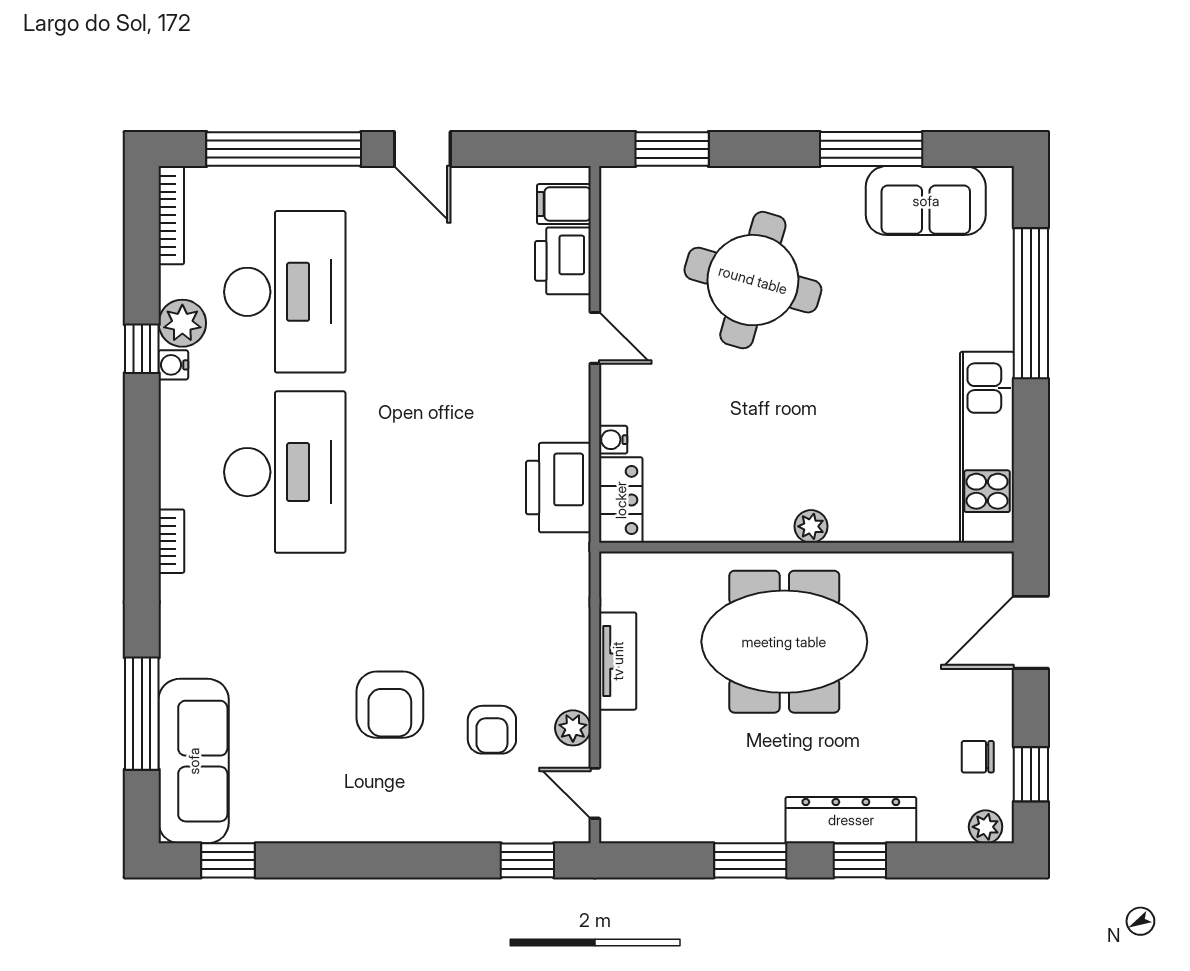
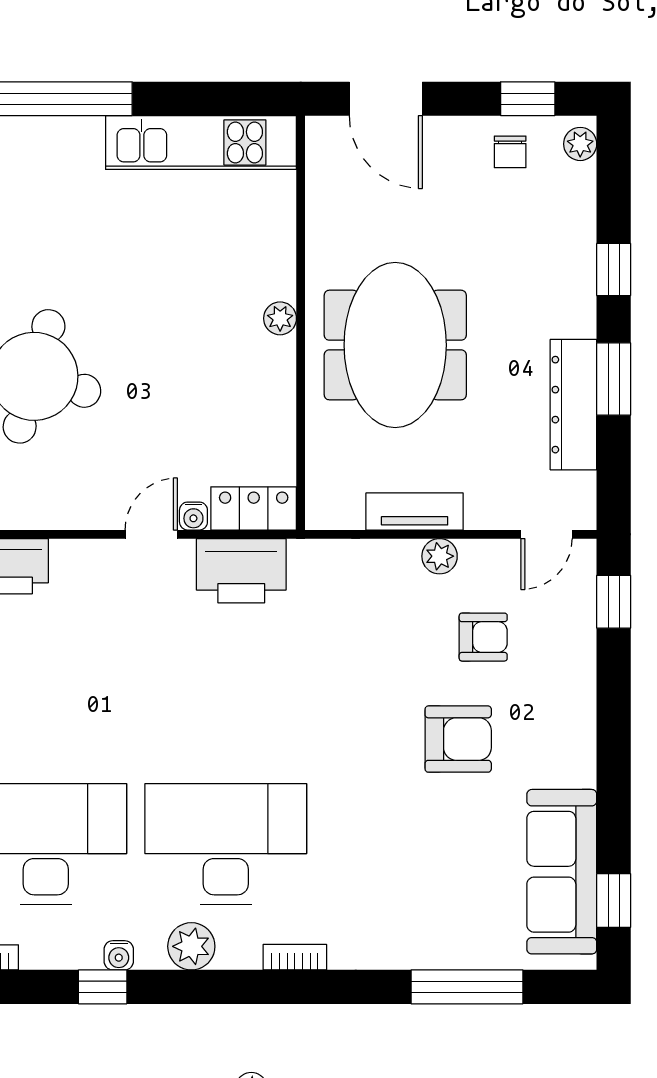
plant: (182, 323) -> (191, 946), moved
door: (595, 338) -> (151, 534), moved
plant: (573, 728) -> (440, 556), moved
sofa: (194, 761) -> (562, 872), moved, turned -90
dresser: (851, 820) -> (573, 405), moved

